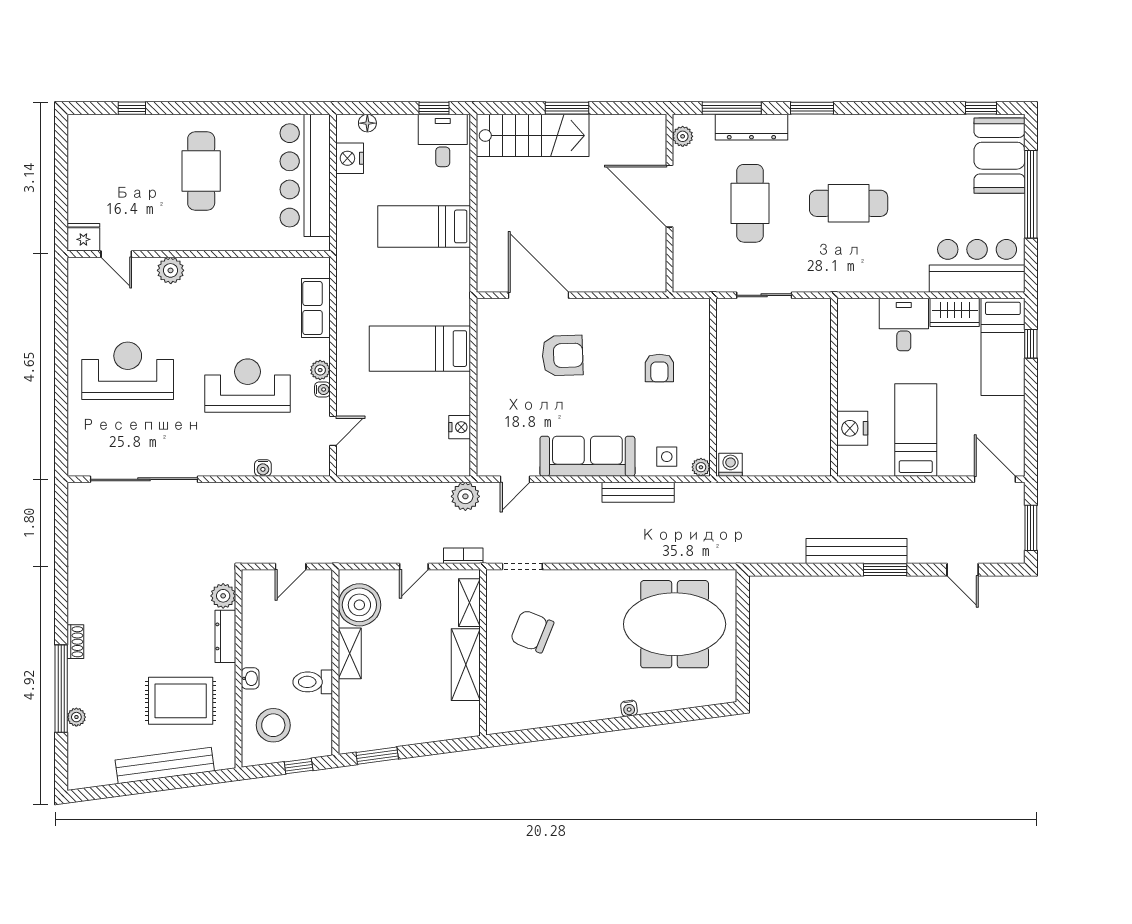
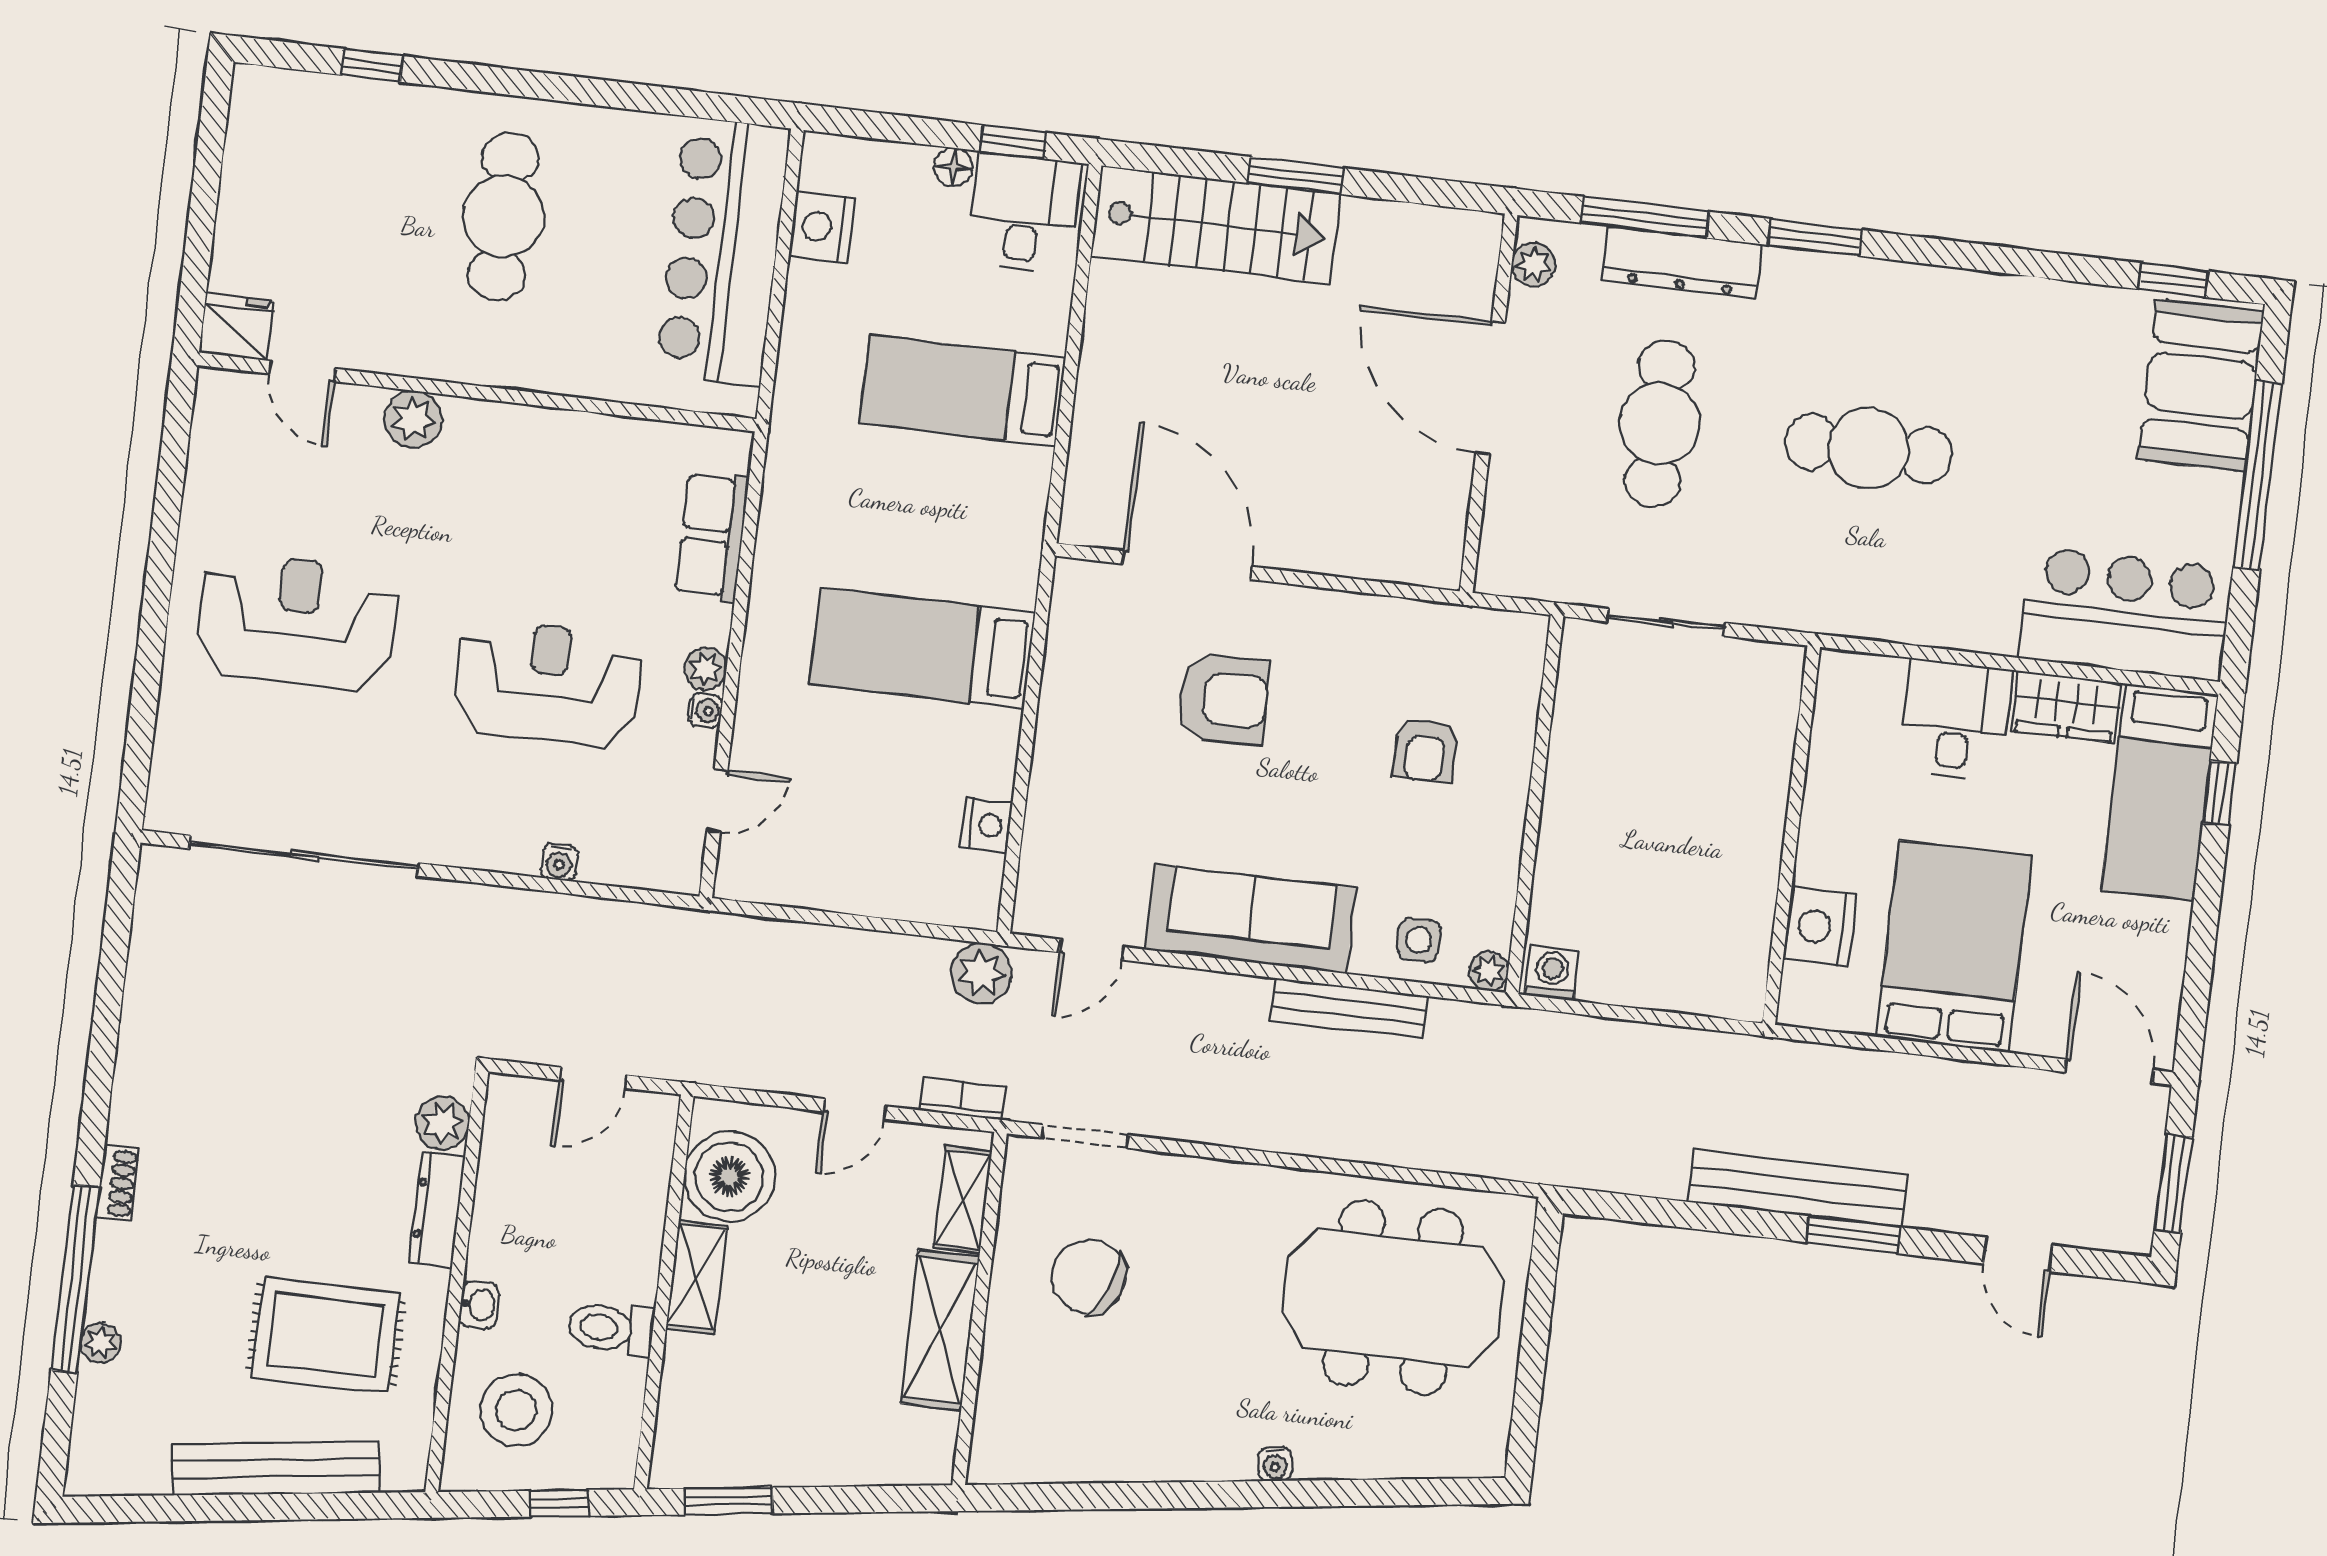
floor lamp: (367, 123) -> (953, 167), moved
bed: (916, 430) -> (1954, 947), width x1.50

